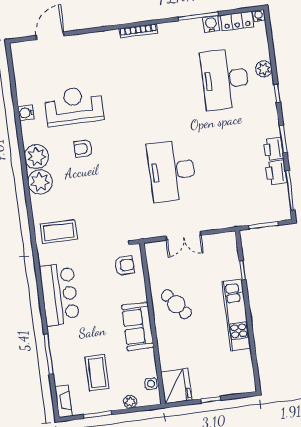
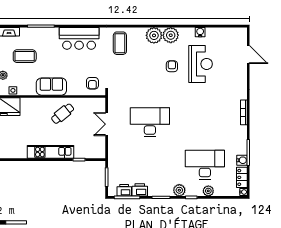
plant: (269, 113) -> (179, 190), added
printer: (273, 149) -> (124, 190), moved

